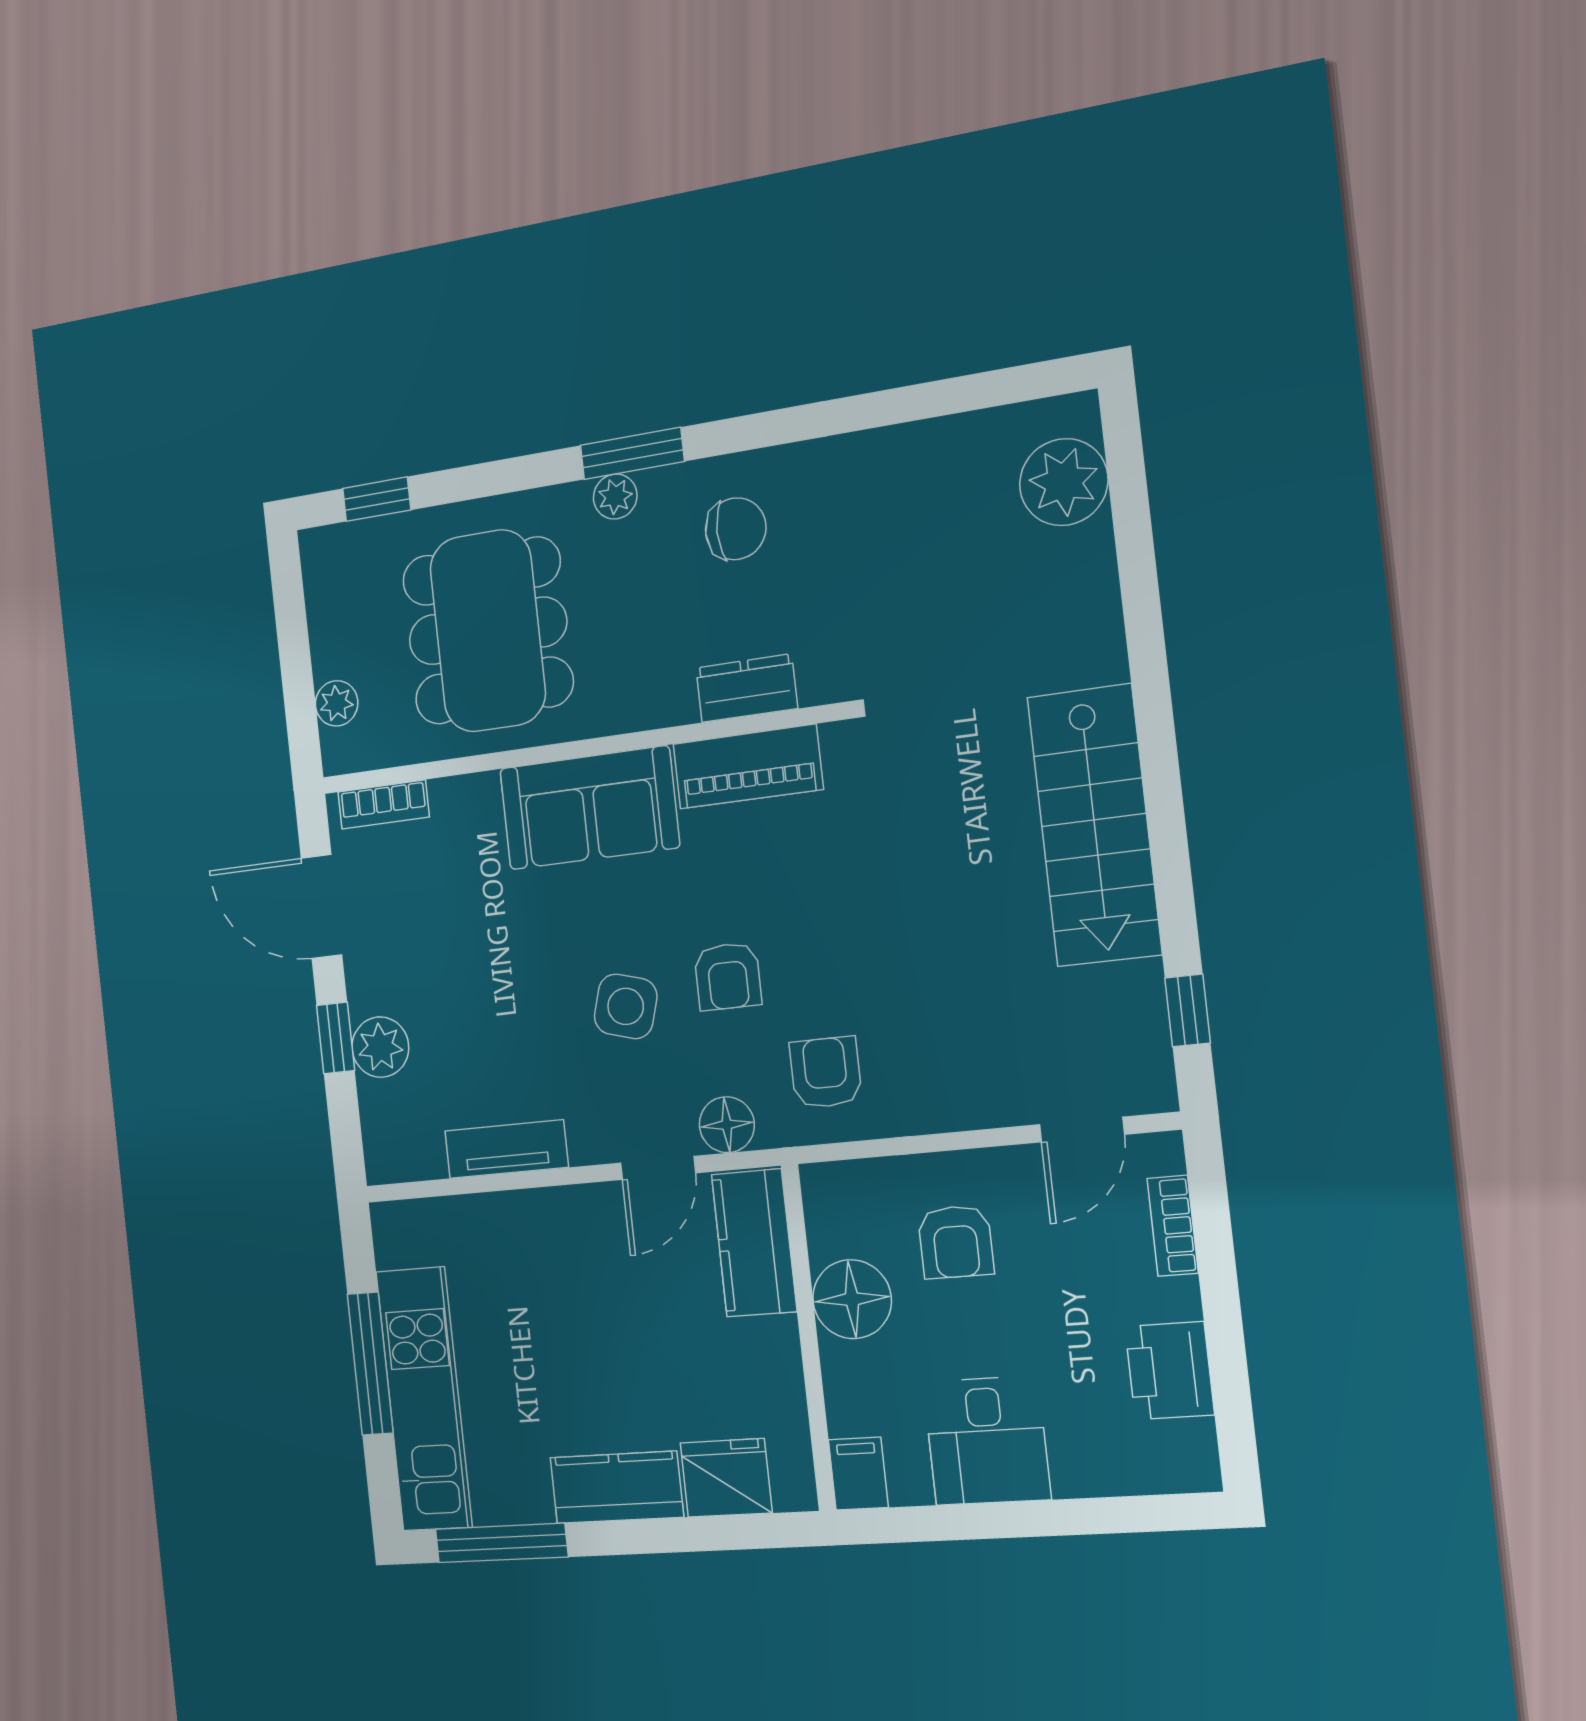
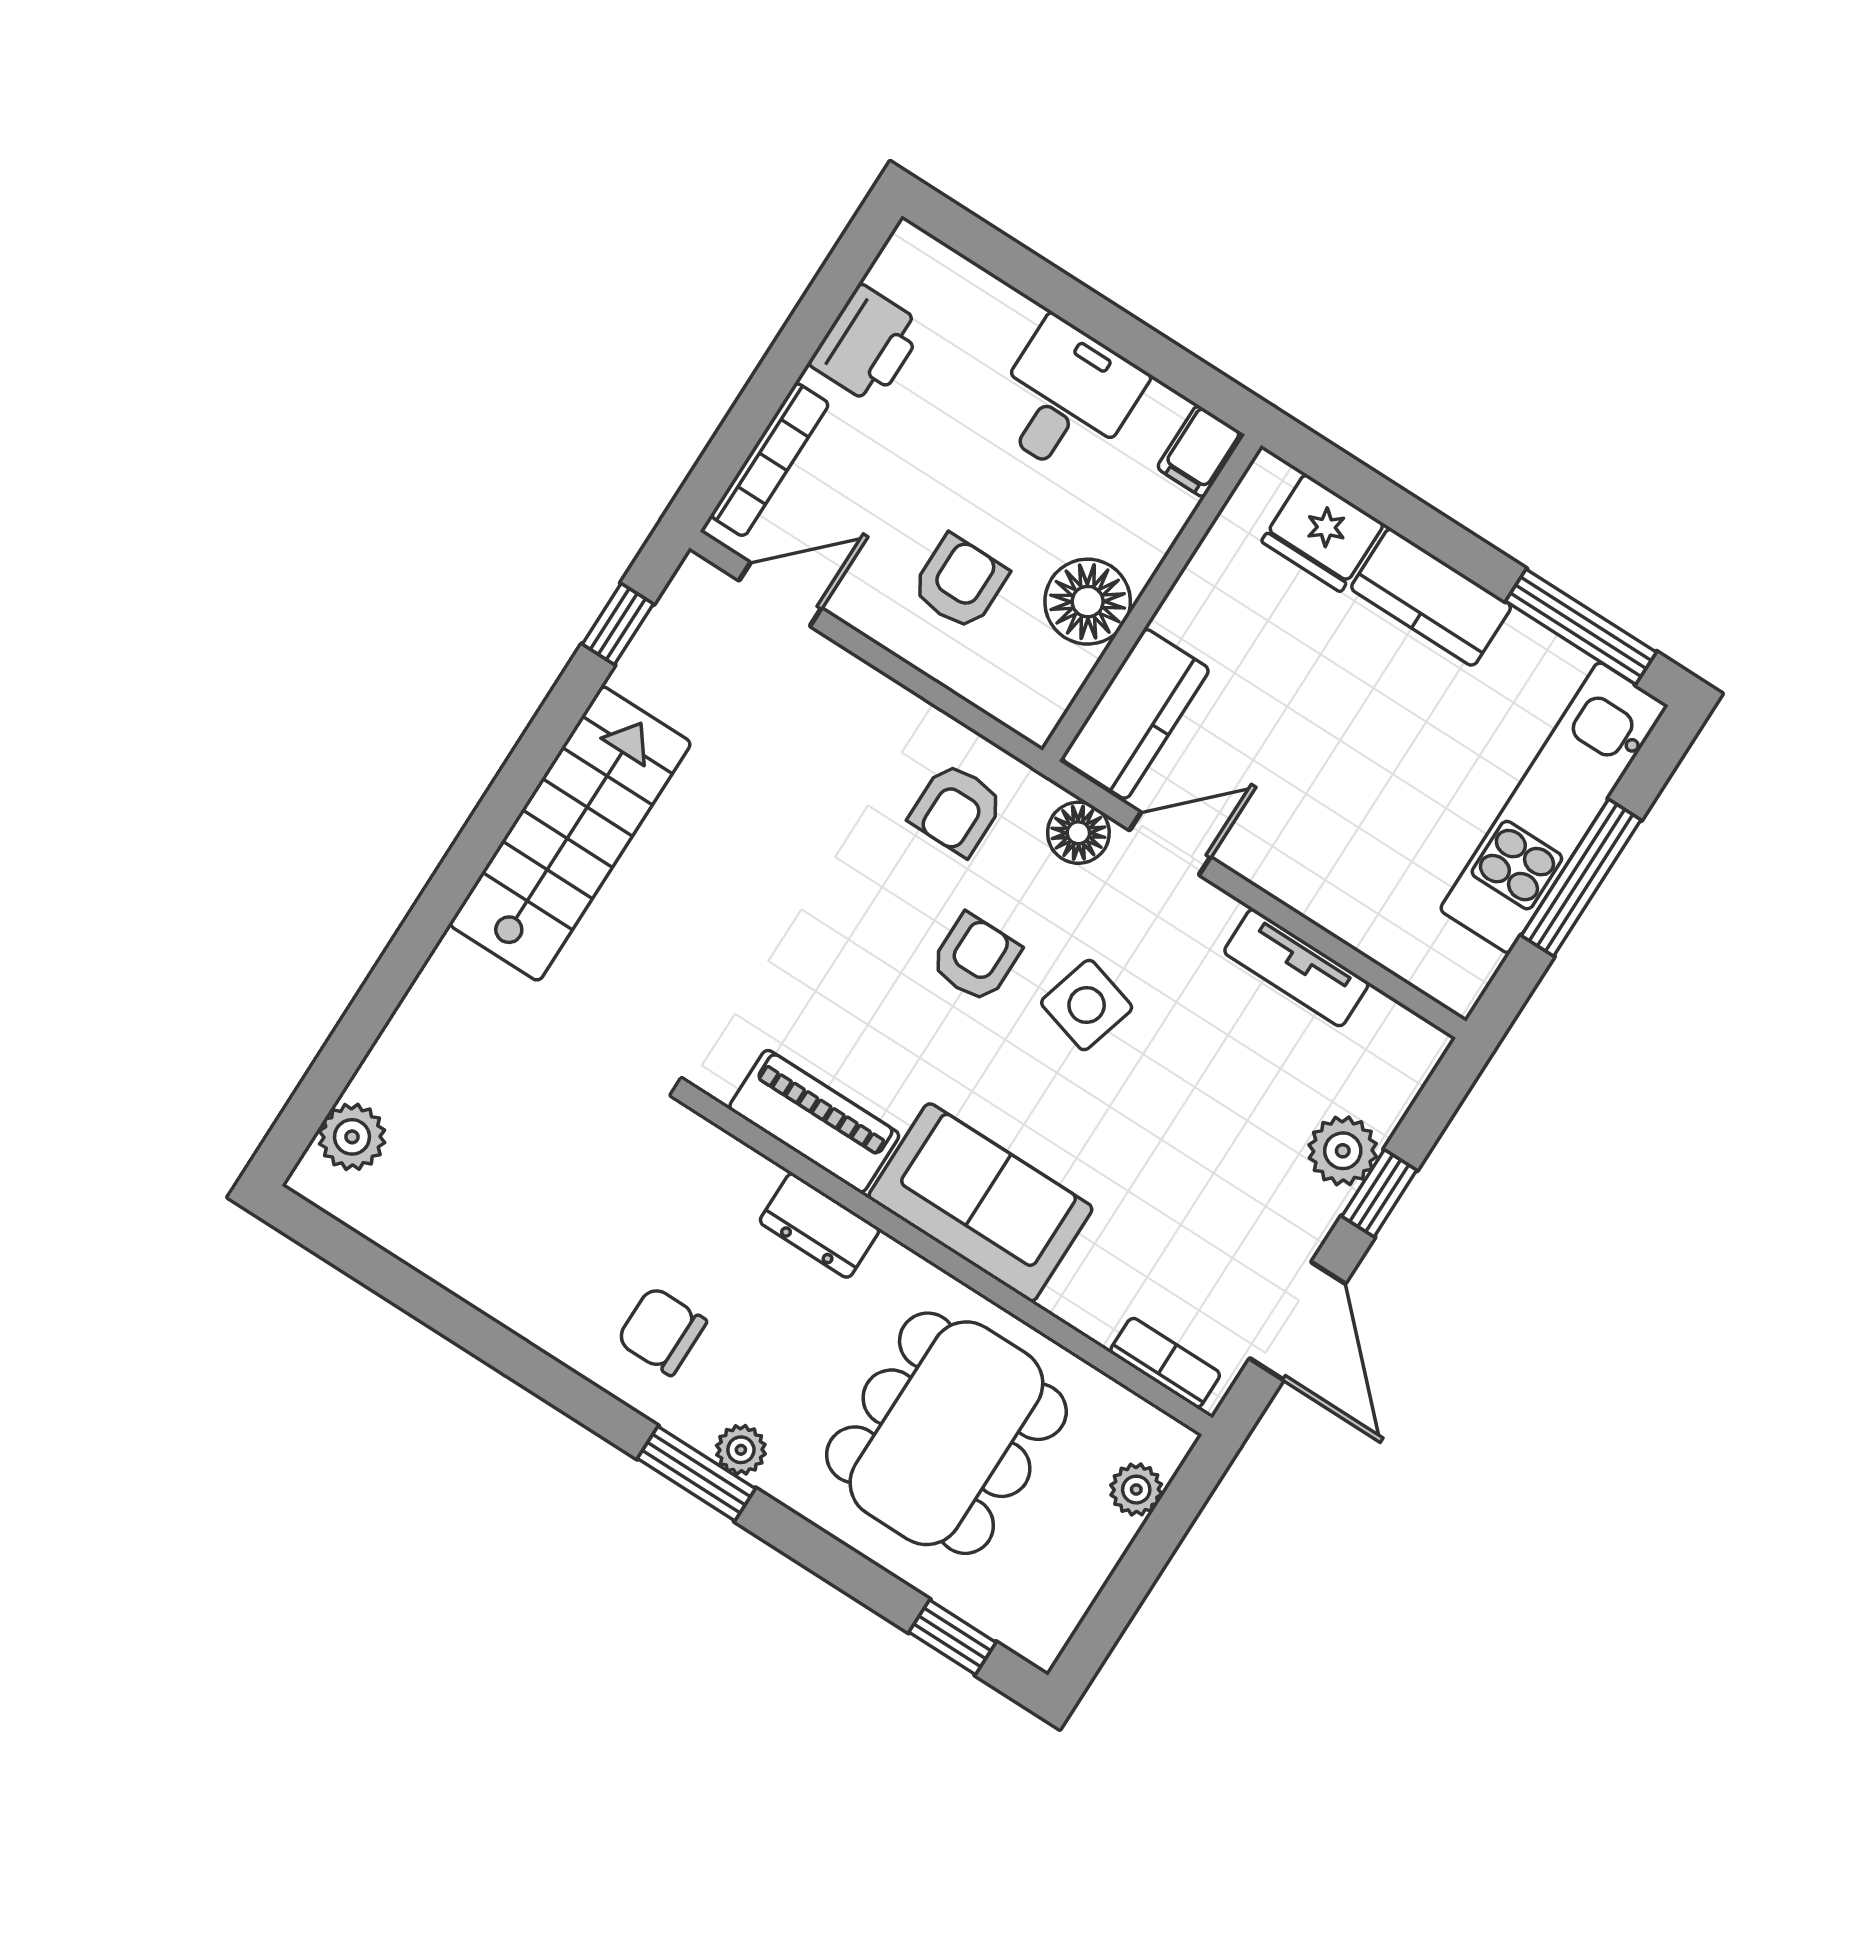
plant: (1064, 482) -> (352, 1137), width x0.73, depth x0.73
dresser: (747, 688) -> (819, 1226), moved
bookcase: (1173, 1226) -> (770, 460), width x1.56

